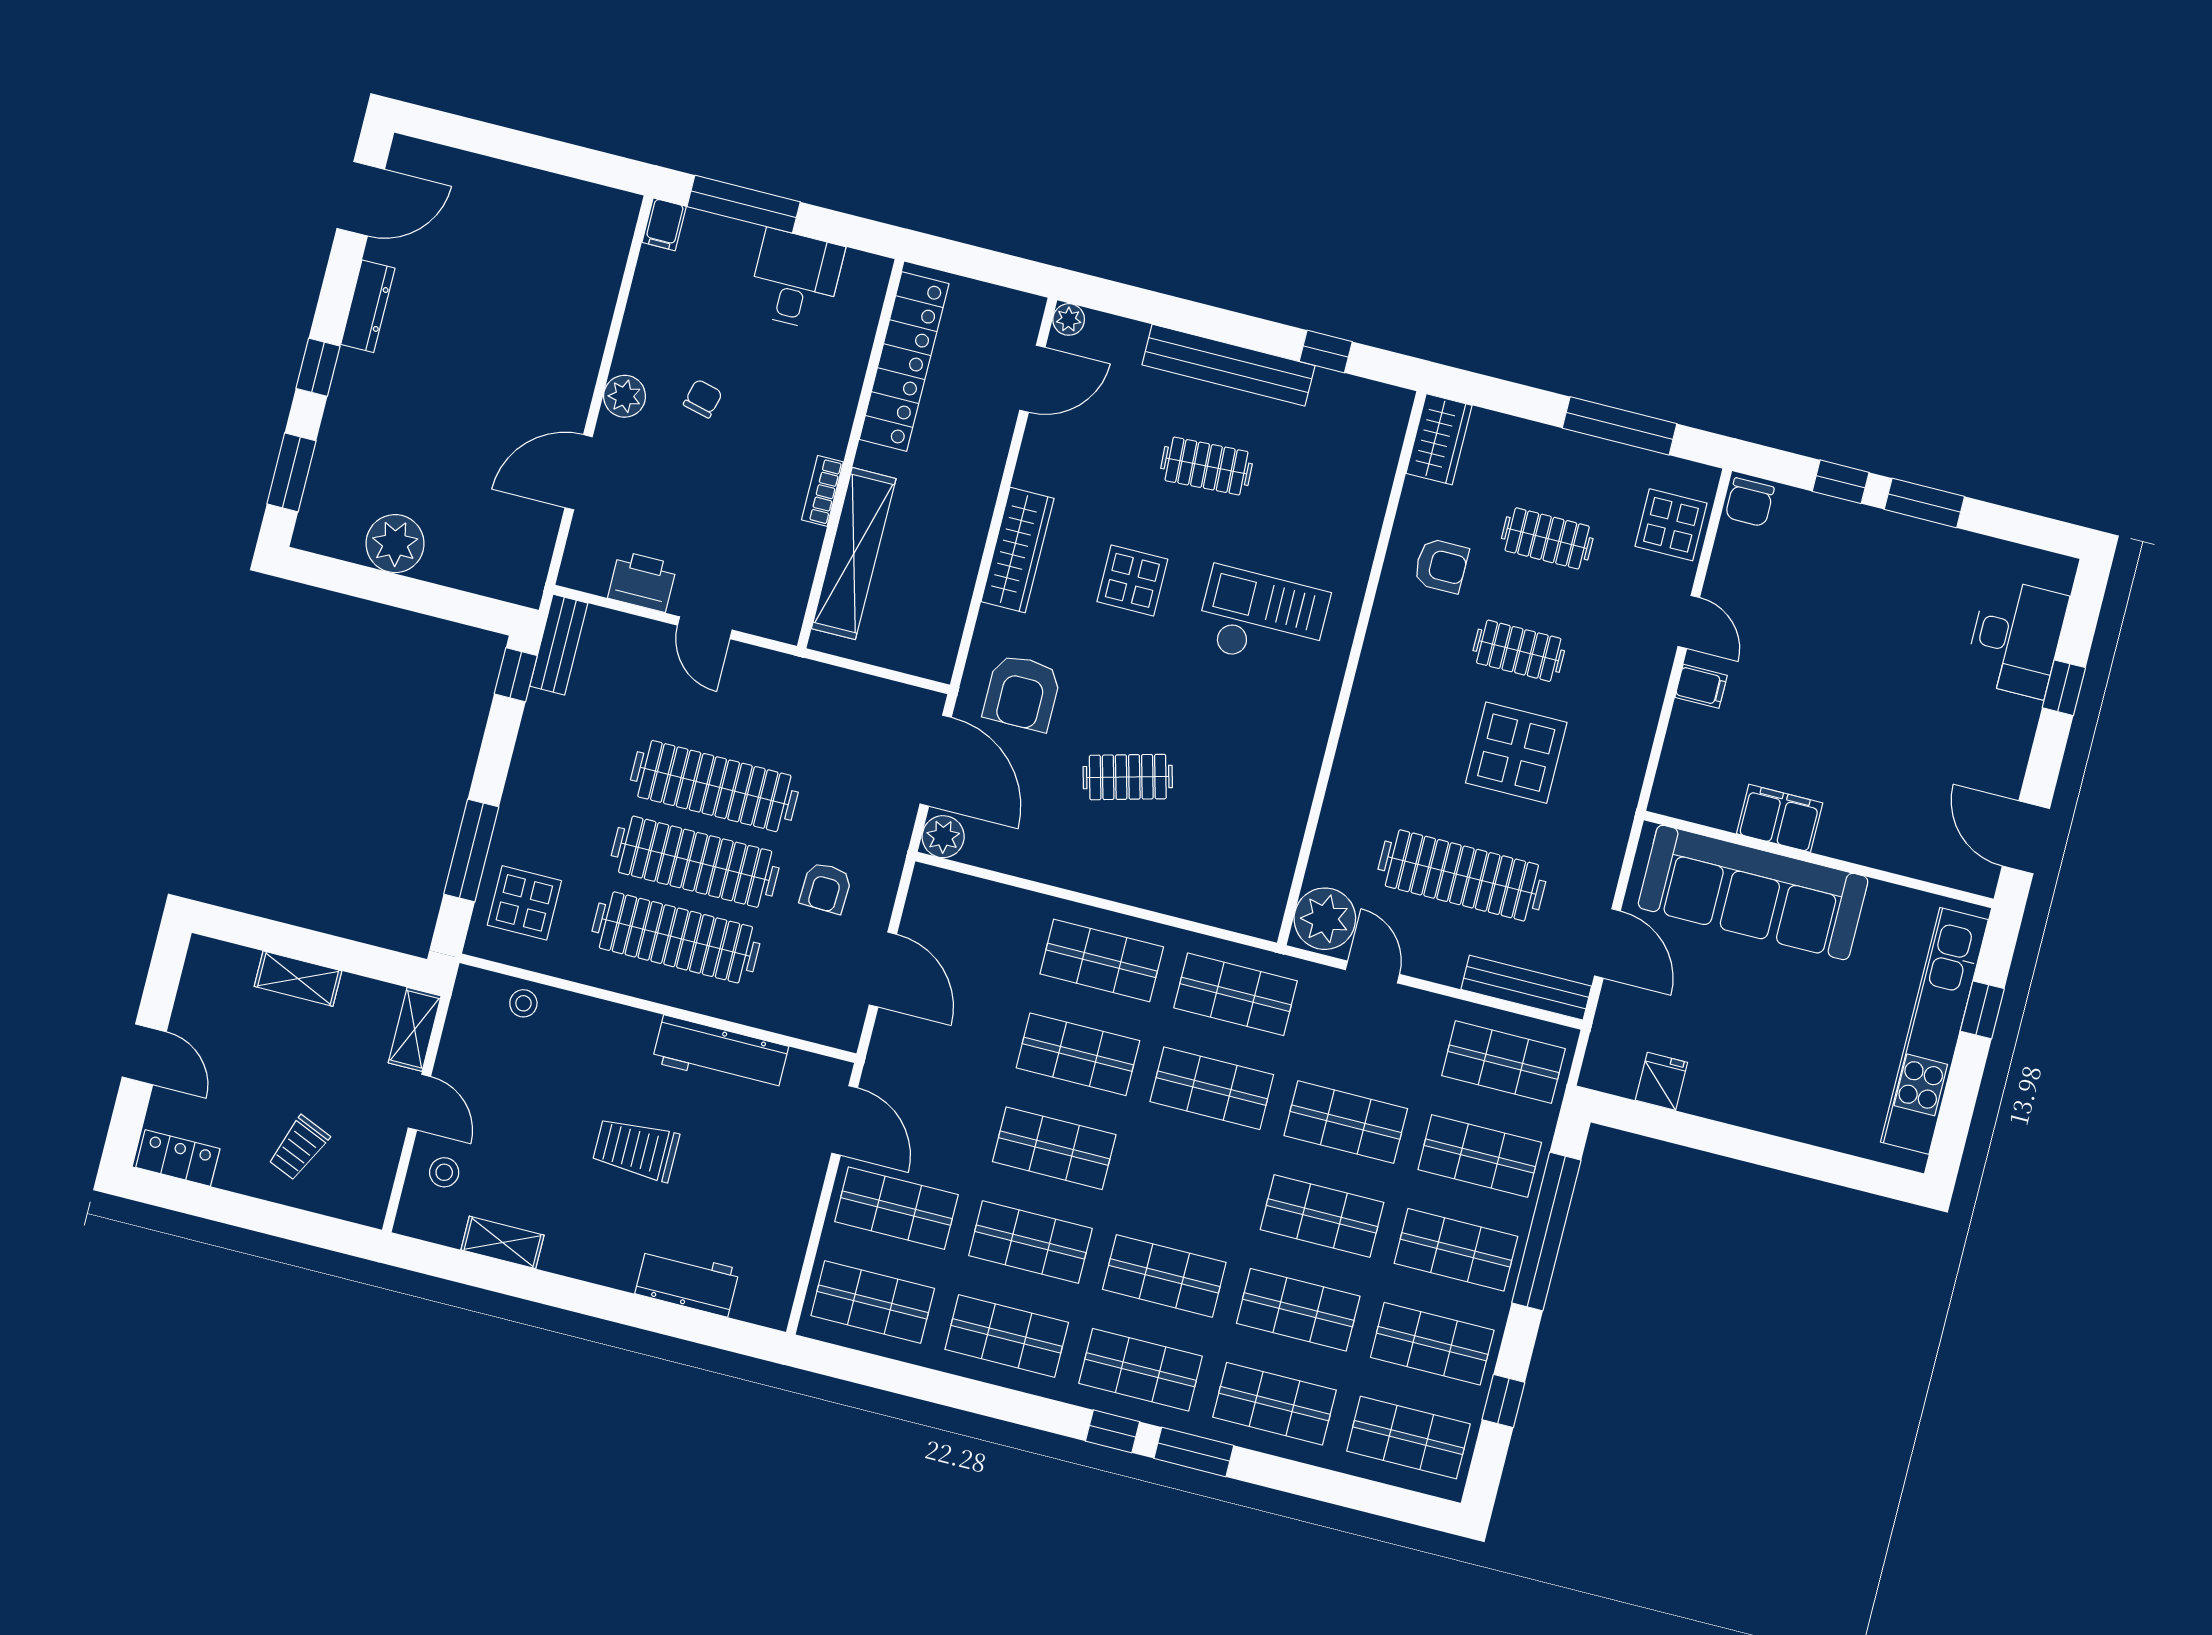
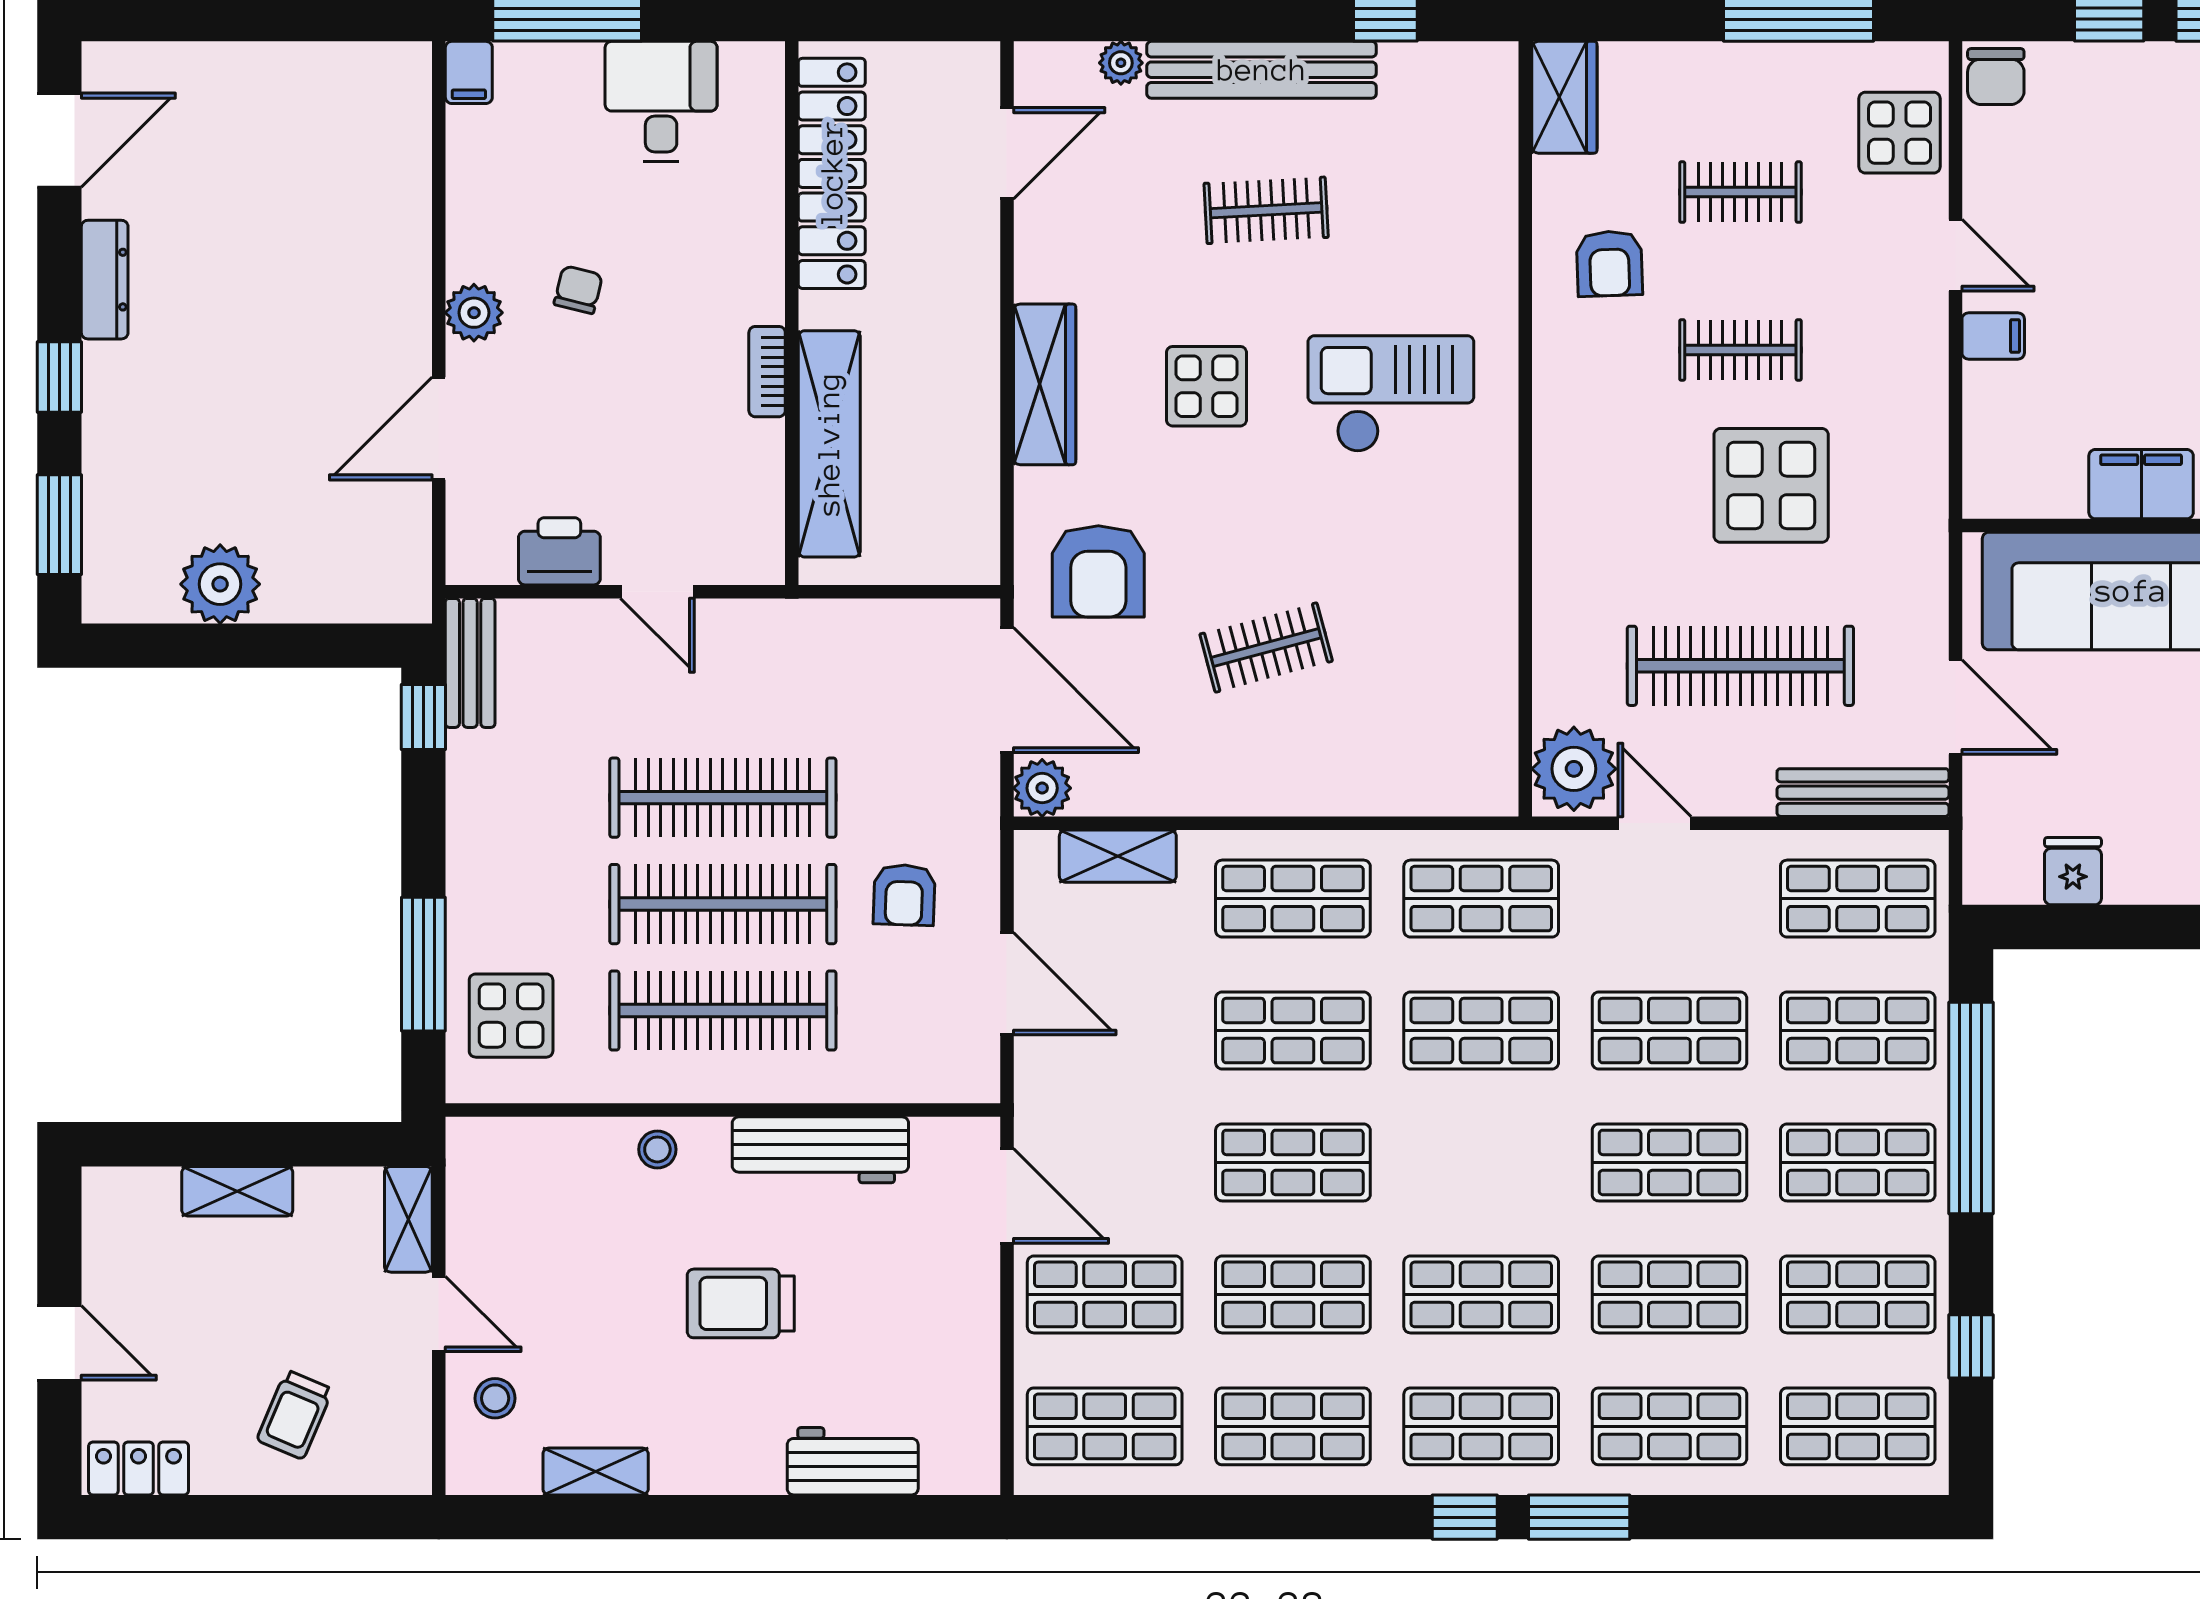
plant: (1069, 319) -> (1121, 63), moved
armchair: (1441, 566) -> (1609, 264), turned 88
shelving: (985, 899) -> (1118, 856), added
stool: (523, 1003) -> (657, 1149), moved

